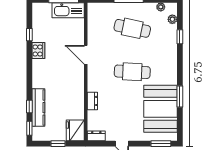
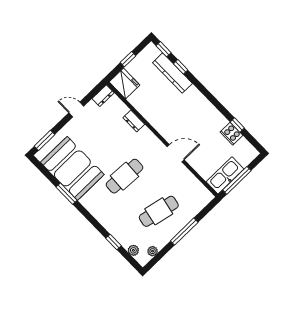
cooker: (38, 50) -> (231, 134), moved

